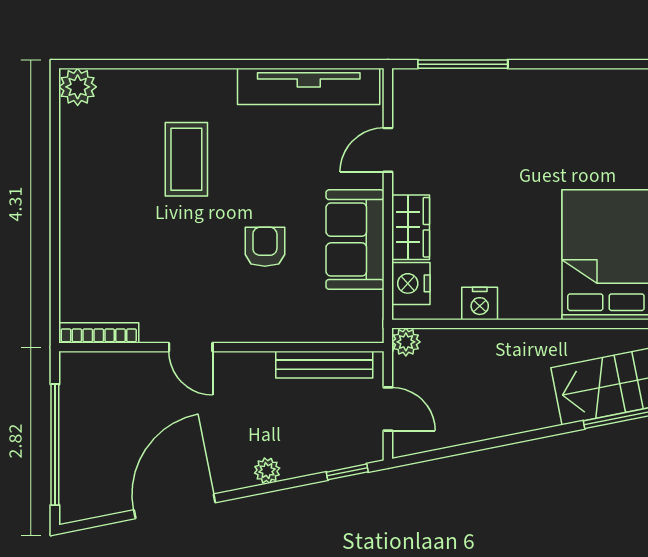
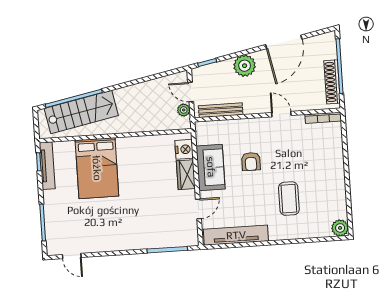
nightstand: (480, 303) -> (152, 142), removed
plant: (406, 342) -> (184, 110), moved
shoe rack: (74, 411) -> (332, 82), added
plant: (267, 471) -> (245, 66), width x1.88, depth x1.88

